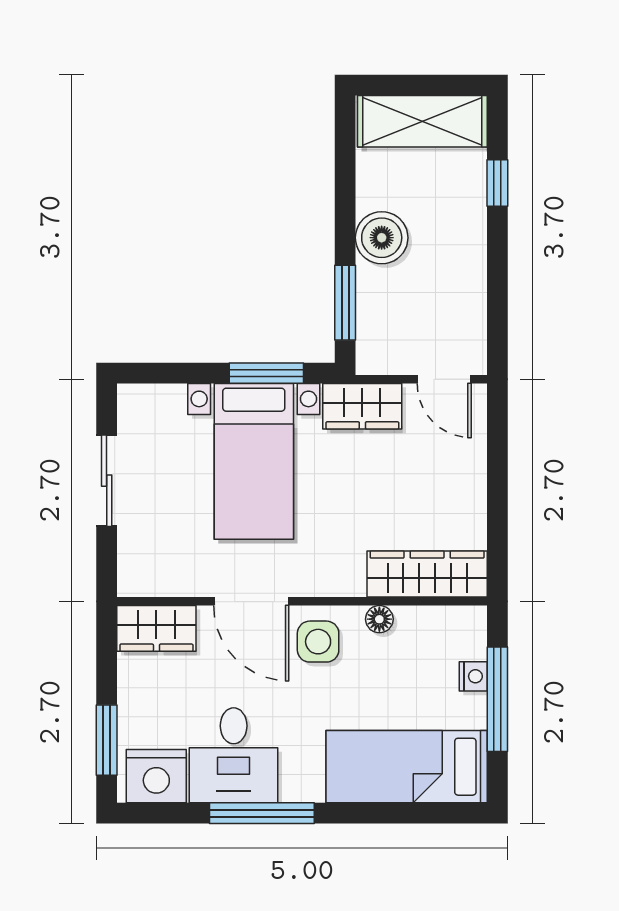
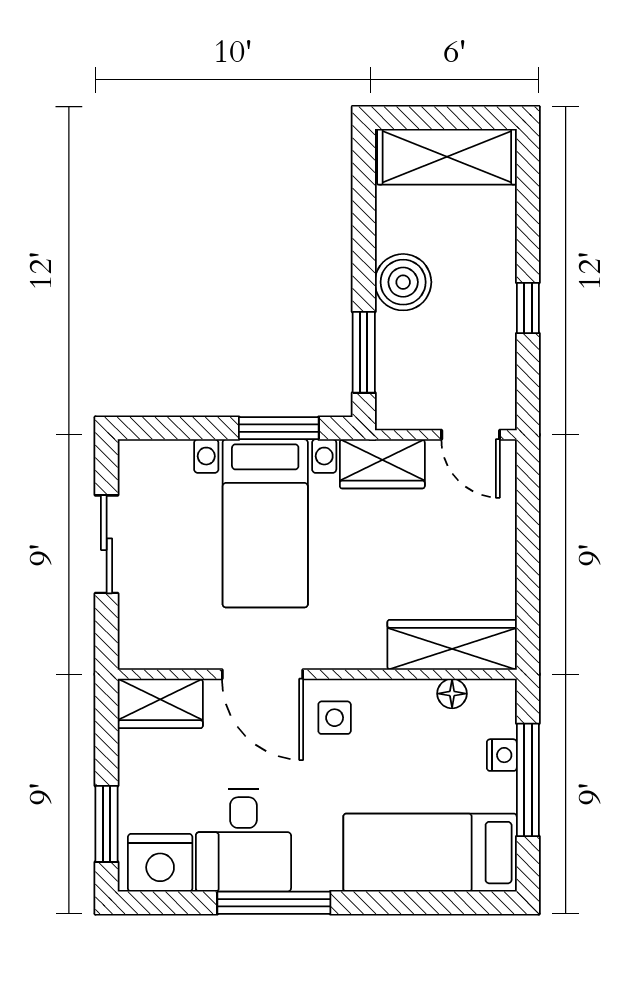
window: (497, 183) -> (528, 308), moved
floor lamp: (379, 619) -> (452, 694), moved
side table: (318, 642) -> (335, 718), width x0.73, depth x0.73

